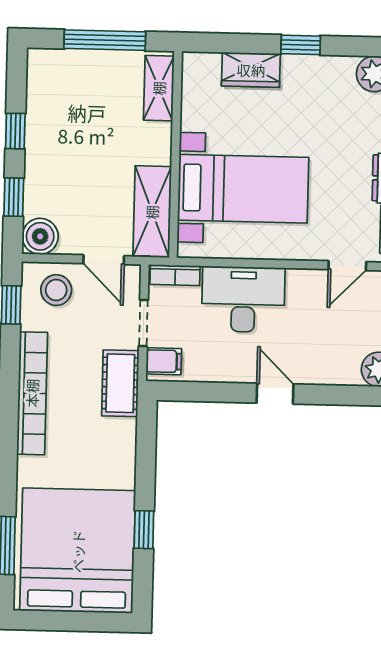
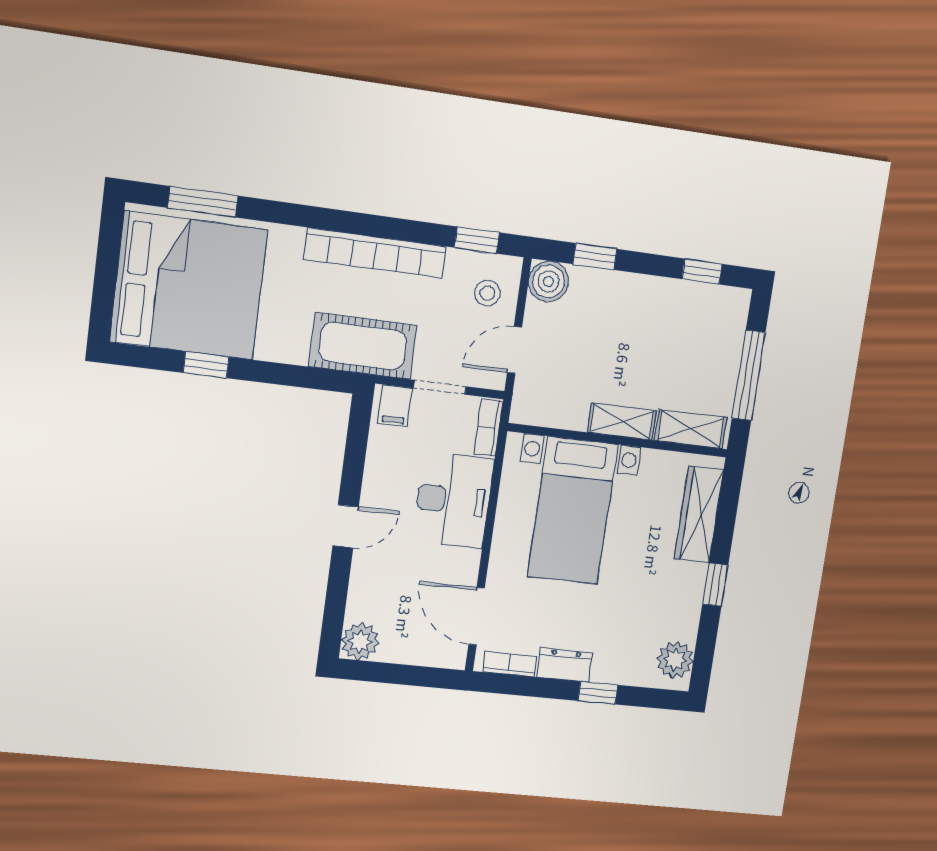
wardrobe: (251, 70) -> (699, 514), width x1.50
window: (15, 131) -> (702, 271), moved
shelving: (152, 212) -> (622, 422), moved, width x0.67, depth x0.75
door: (347, 266) -> (477, 616), width x1.38
stool: (56, 290) -> (487, 293), width x0.73, depth x0.73
cot: (120, 383) -> (363, 346), width x1.37, depth x1.34

